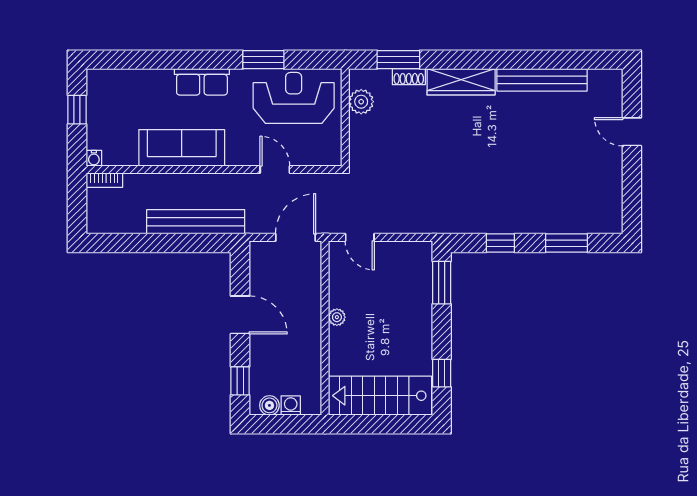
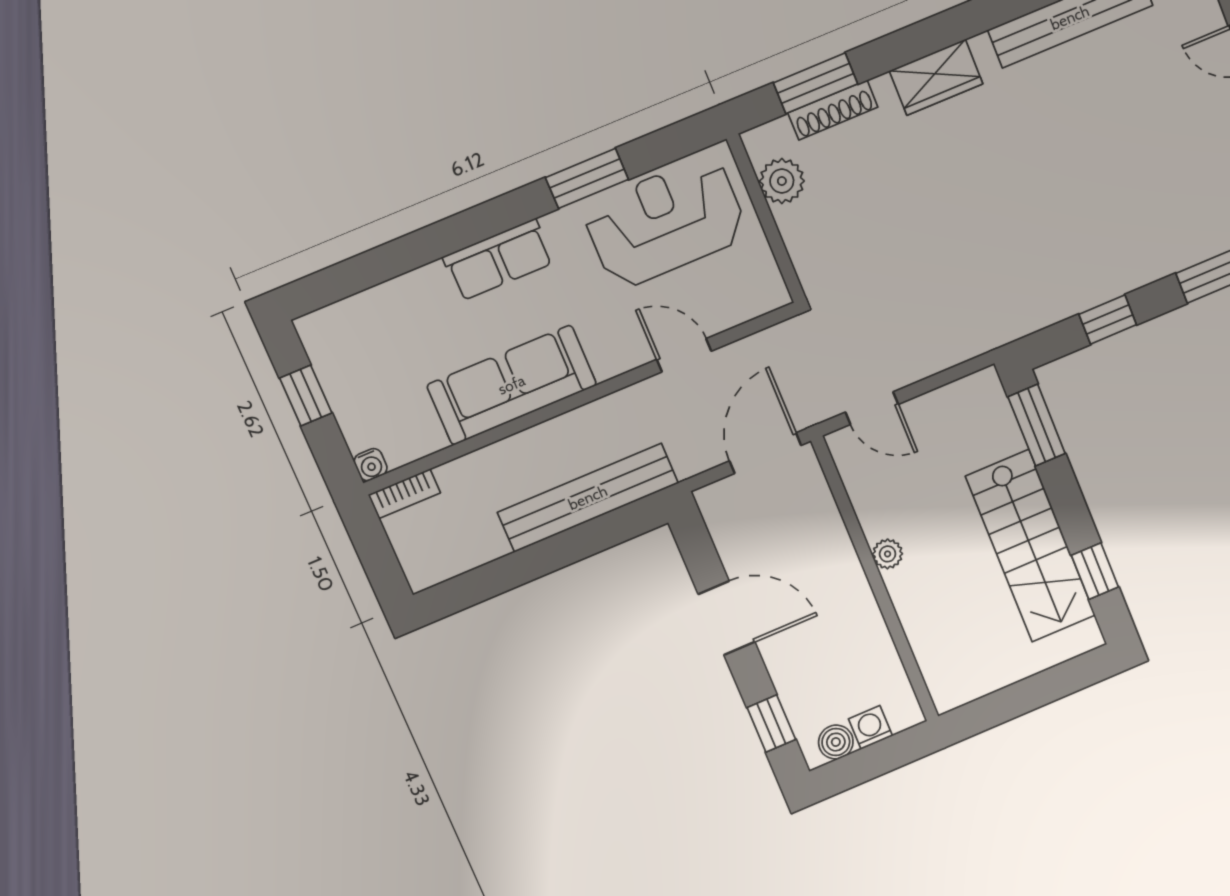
shoe rack: (409, 77) -> (833, 110), width x1.43
wardrobe: (461, 82) -> (936, 77), width x0.67
stairs: (380, 396) -> (1031, 546), moved, turned -90

